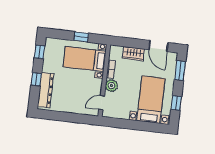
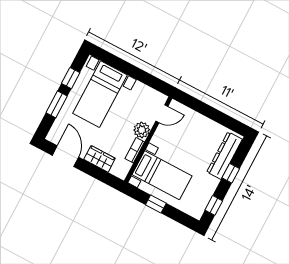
window: (180, 71) -> (57, 104), moved

